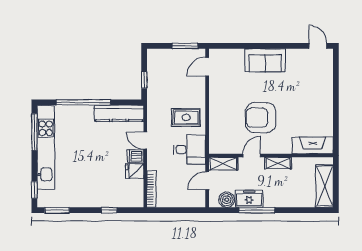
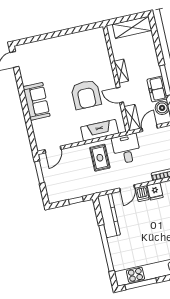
door: (207, 67) -> (53, 150), hinge flipped
fireplace: (313, 145) -> (100, 130), moved, turned 90
door: (207, 181) -> (150, 128), swing flipped

